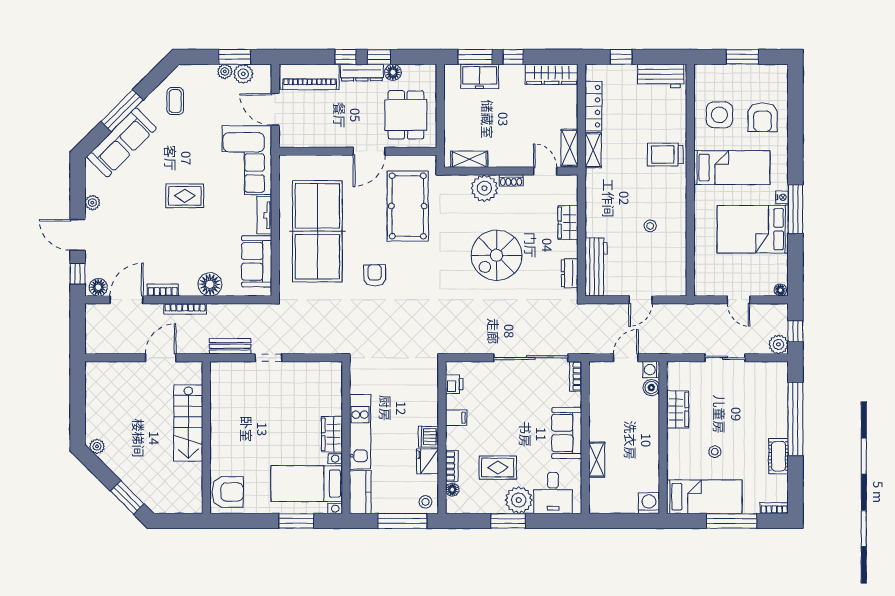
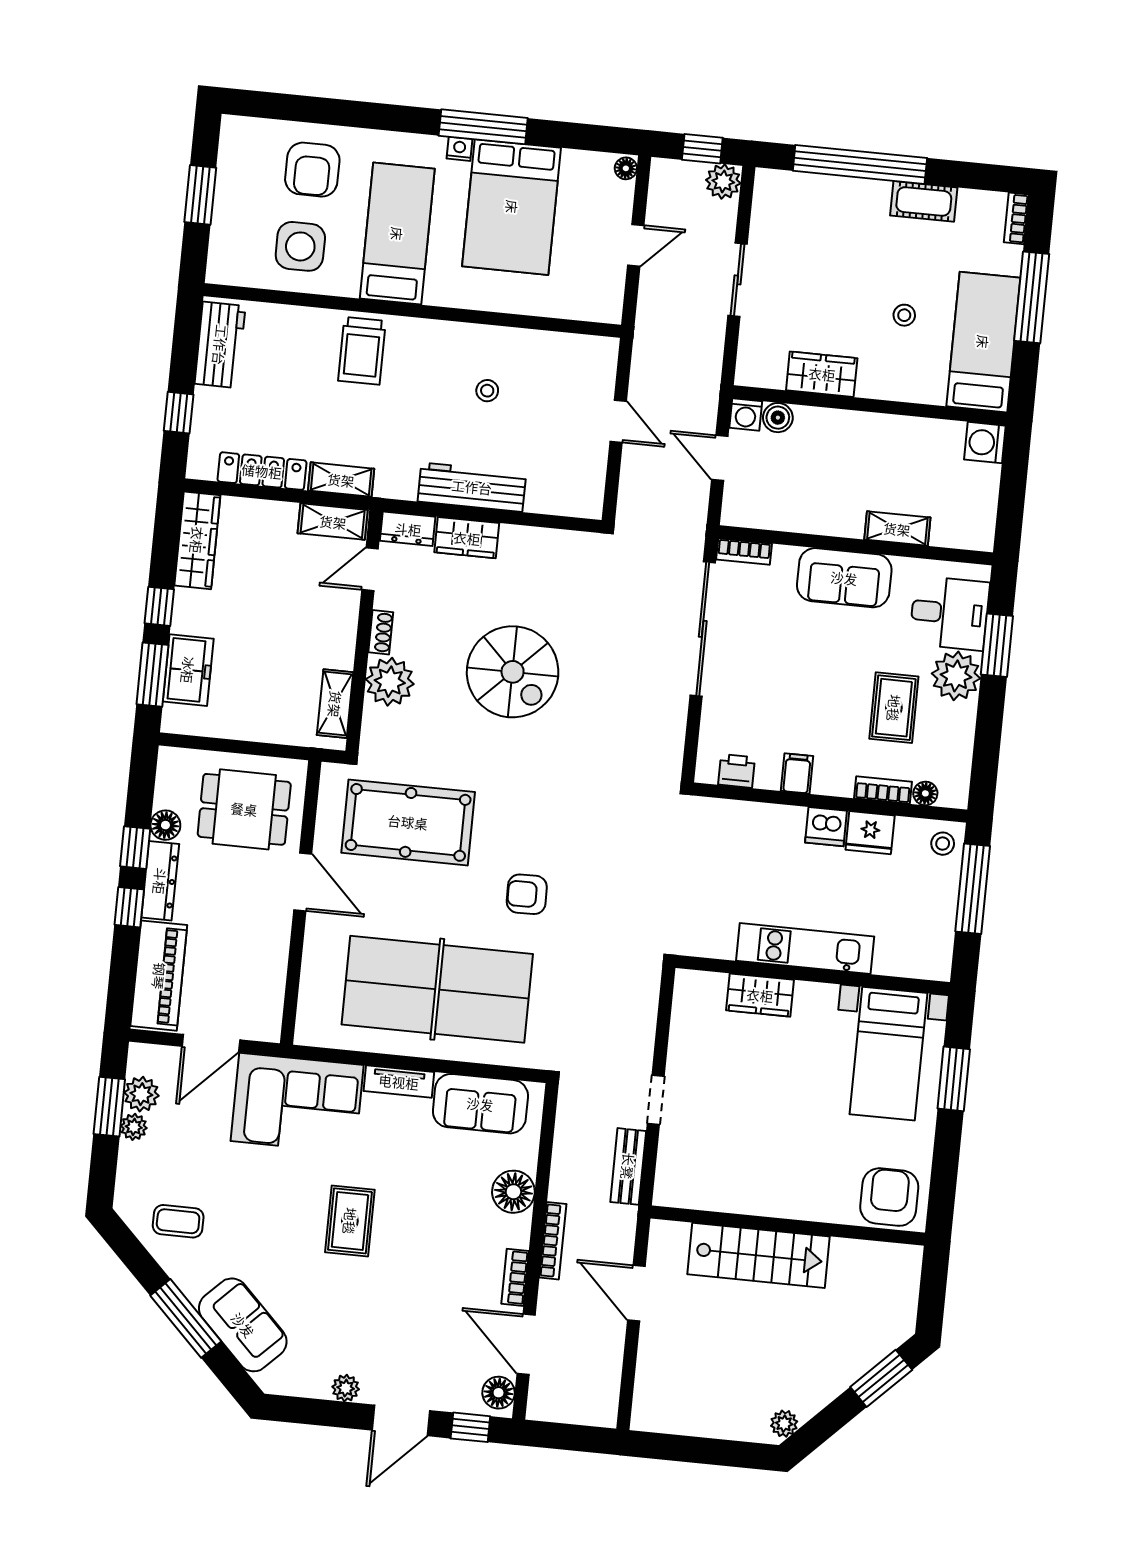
armchair: (762, 117) -> (312, 170), turned 90
sofa: (122, 142) -> (243, 1325), width x0.73
workbench: (596, 267) -> (472, 487), moved
dresser: (570, 273) -> (408, 529), moved
wardrobe: (332, 434) -> (760, 995), moved
kitchen counter: (360, 492) -> (913, 959), removed
window: (508, 521) -> (997, 645), moved

